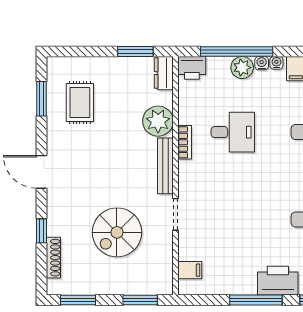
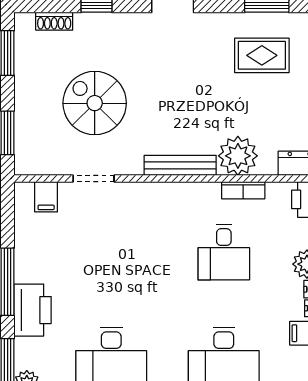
bookcase: (185, 142) -> (243, 190), moved
doorway: (176, 214) -> (94, 178), moved
shoe rack: (53, 258) -> (54, 21), width x0.70

